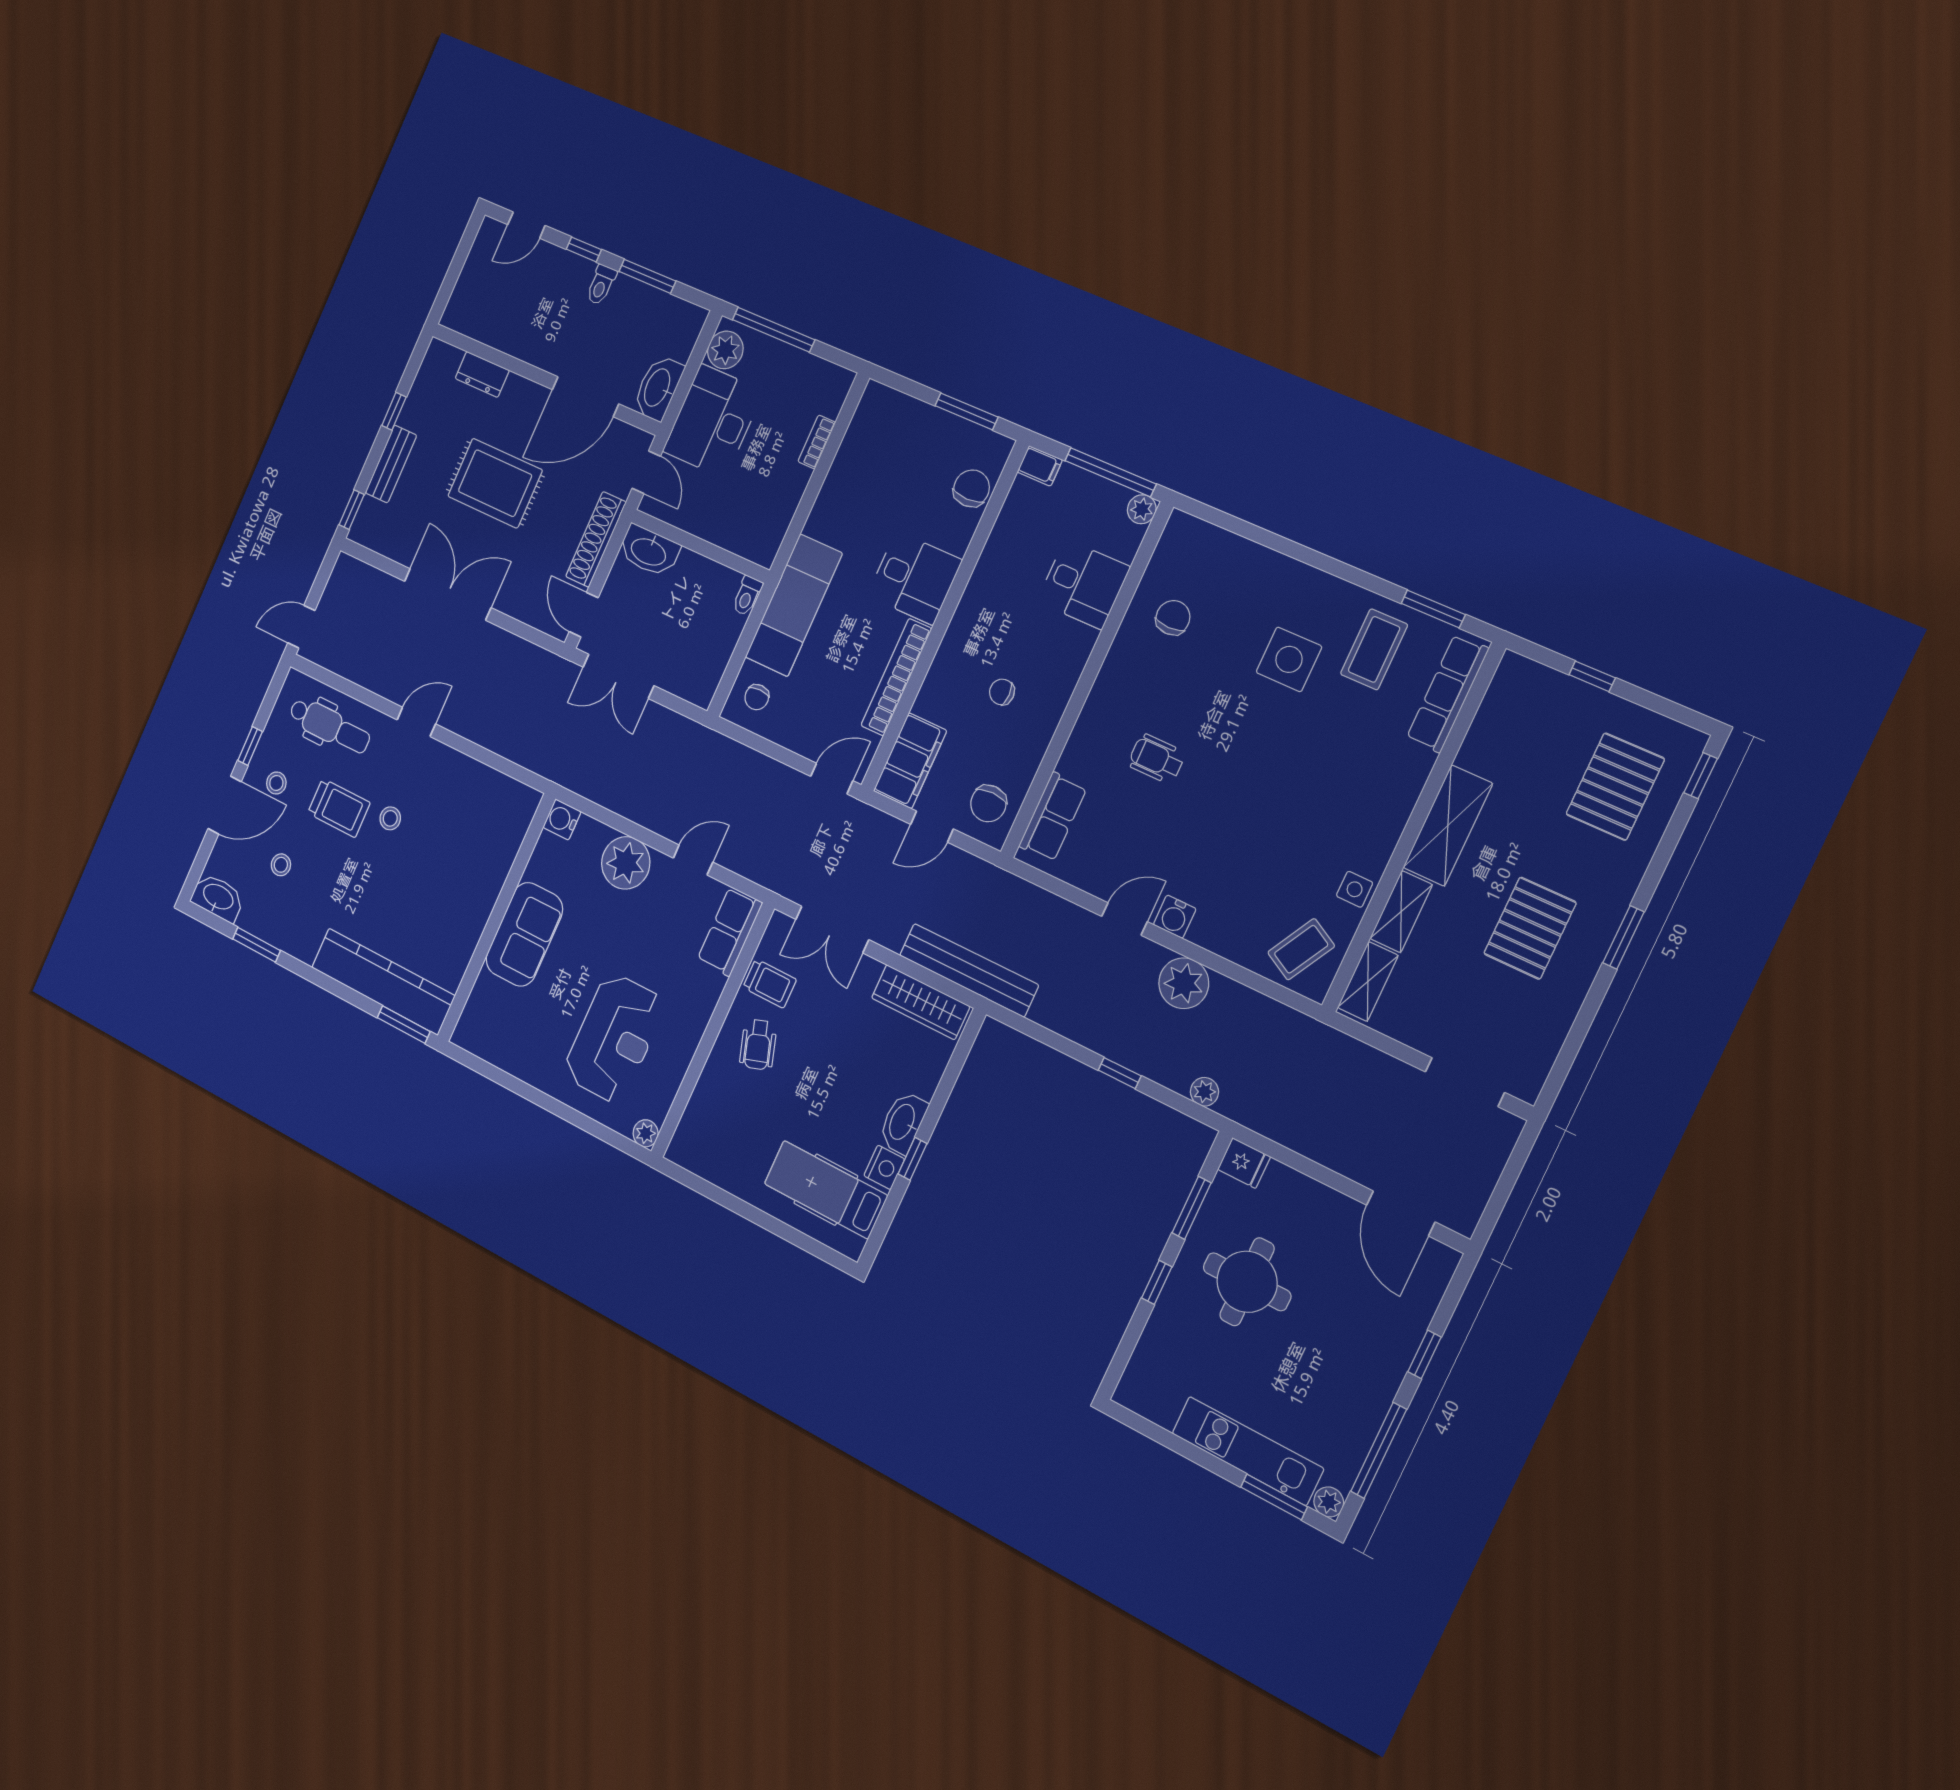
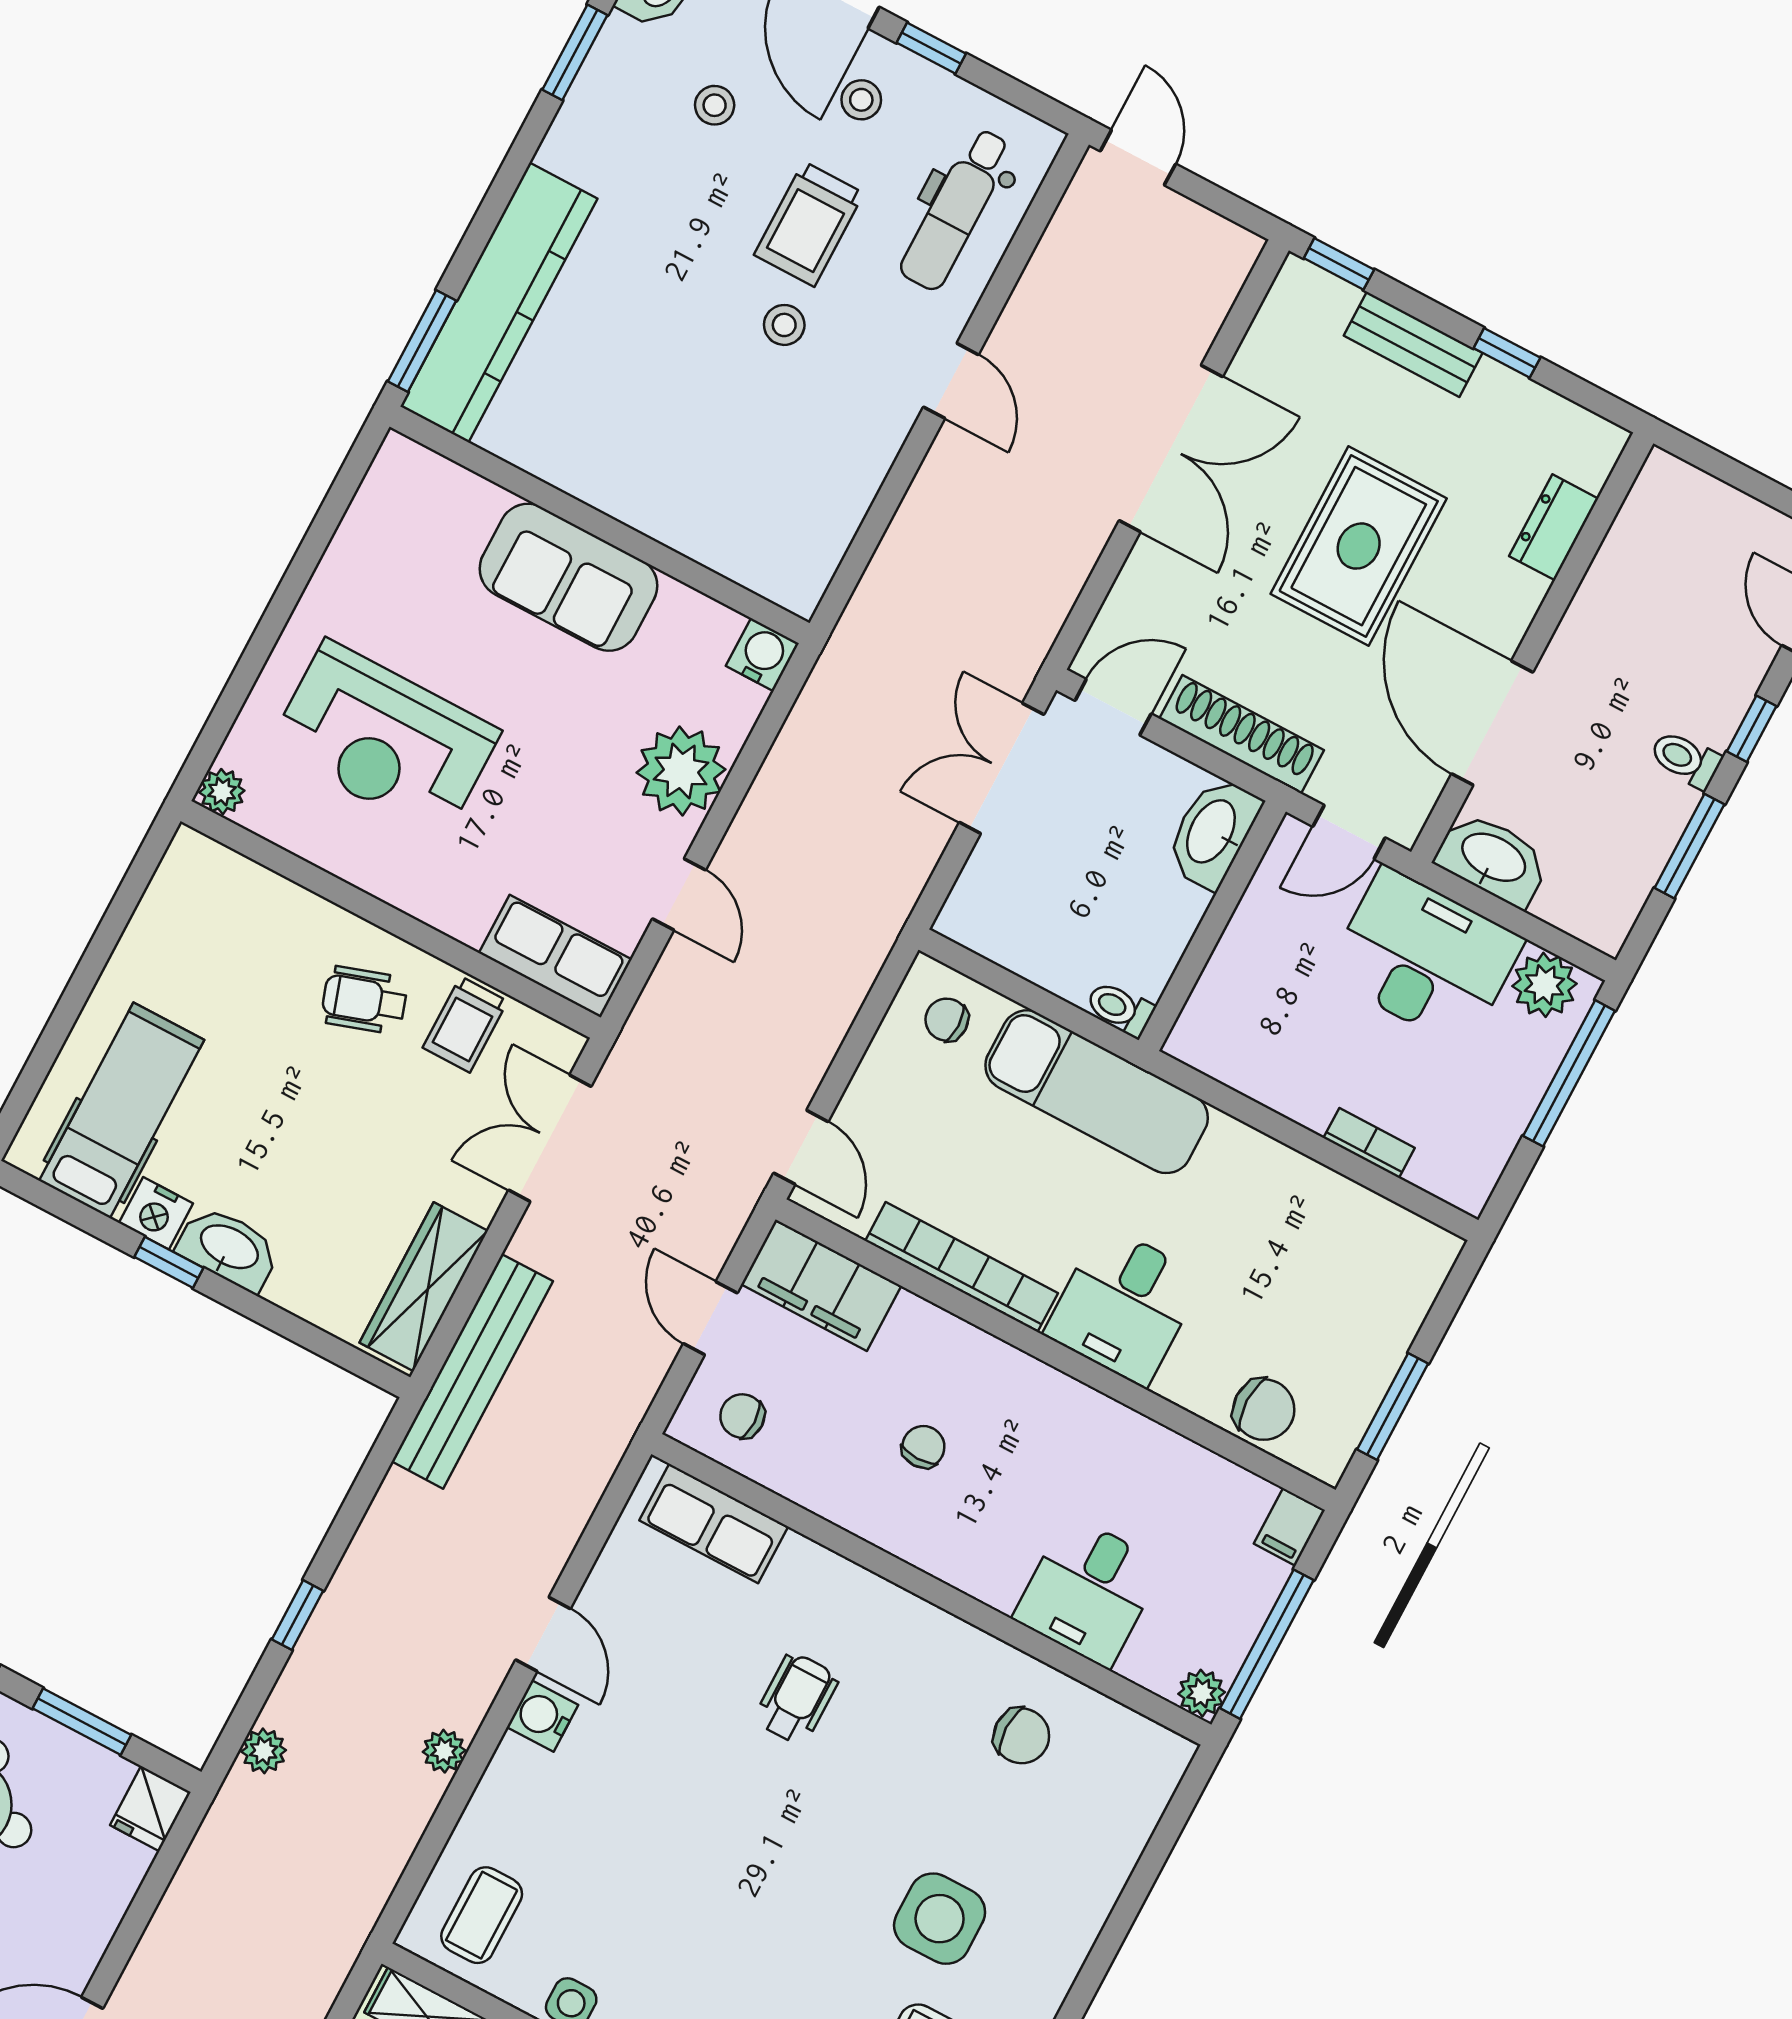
chair: (988, 803) -> (742, 1416), width x0.73, depth x0.73
coffee table: (1301, 949) -> (482, 1915), turned 61
plant: (1184, 983) -> (444, 1751), width x0.53, depth x0.53

